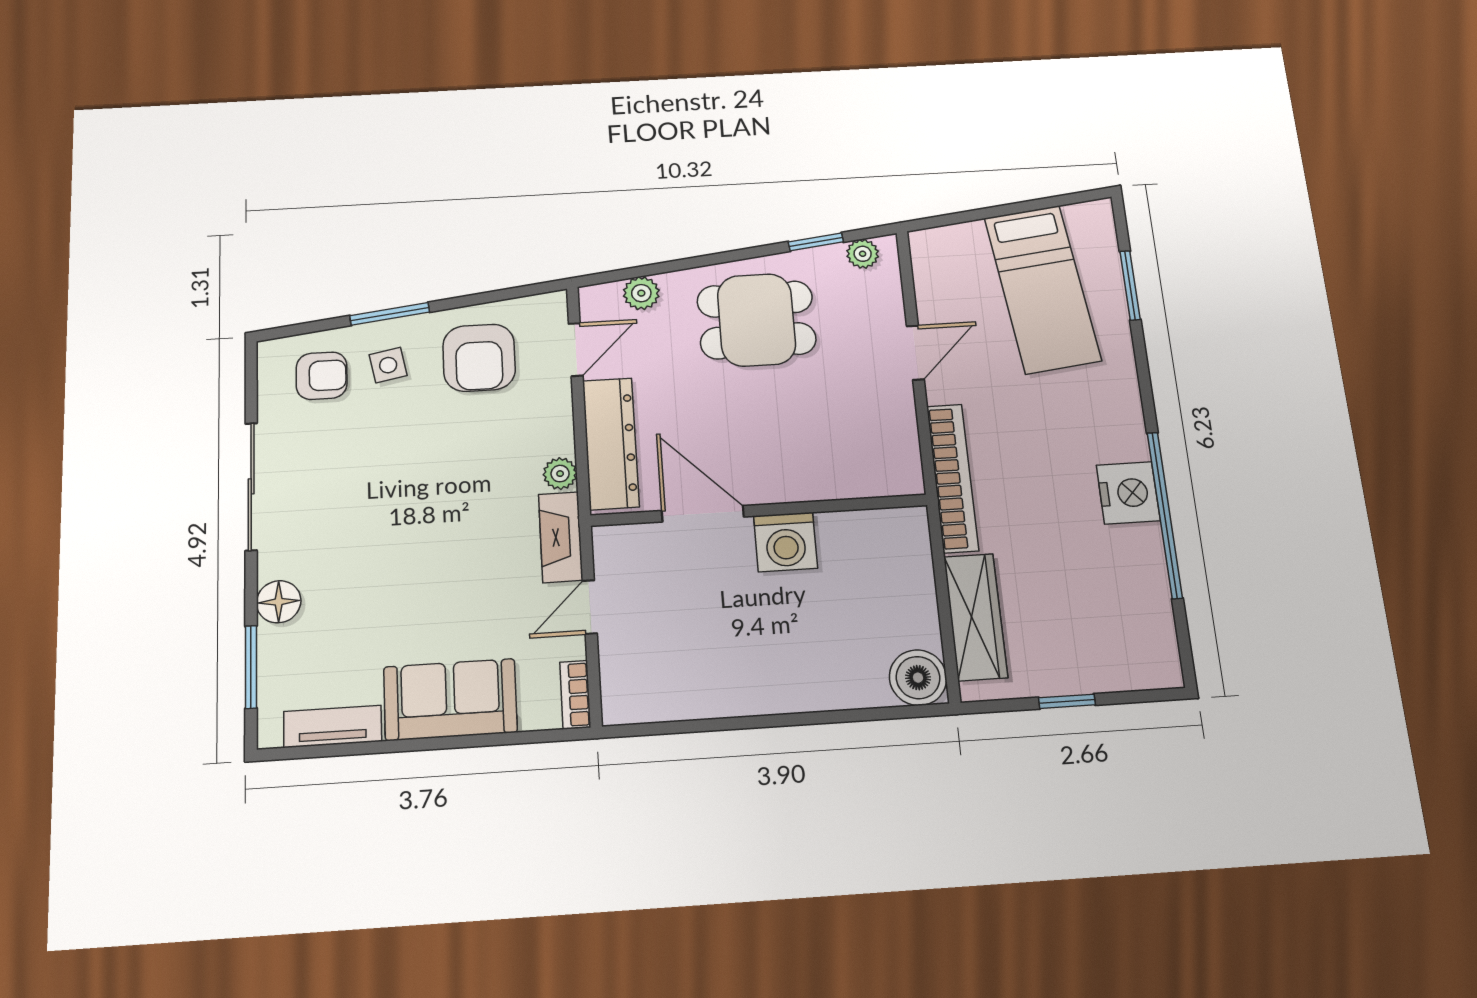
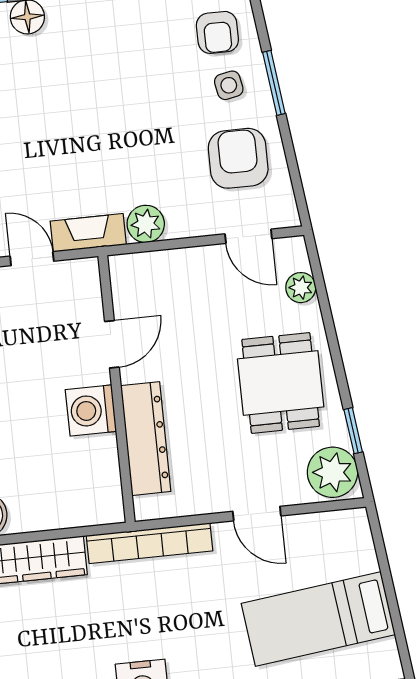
plant: (863, 254) -> (332, 472), width x1.87, depth x1.87
armchair: (479, 358) -> (238, 158), turned 90
dresser: (611, 443) -> (146, 439), moved, turned -90
plant: (560, 474) -> (146, 224), width x1.38, depth x1.38
door: (703, 514) -> (112, 344), width x0.73

